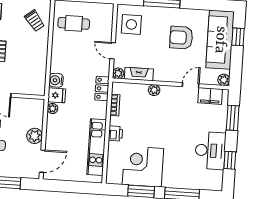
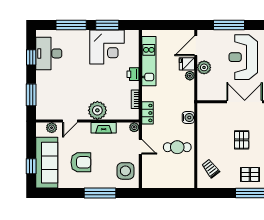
cafe table: (74, 23) -> (177, 147), moved
fireplace: (139, 74) -> (104, 128), moved
plant: (224, 80) -> (52, 128), moved
plant: (154, 90) -> (97, 110), width x1.88, depth x1.88
fridge: (57, 95) -> (187, 64), moved
filing cabinet: (210, 96) -> (52, 113), removed
plant: (53, 109) -> (190, 76), moved
desk: (210, 151) -> (49, 53), moved

